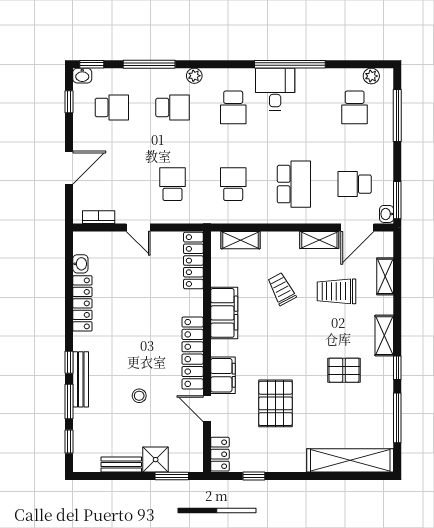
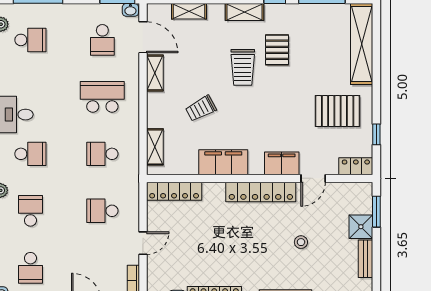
school desk: (112, 107) -> (30, 268), turned 180
trolley: (336, 291) -> (243, 67), moved
pallet: (276, 403) -> (338, 111), moved

